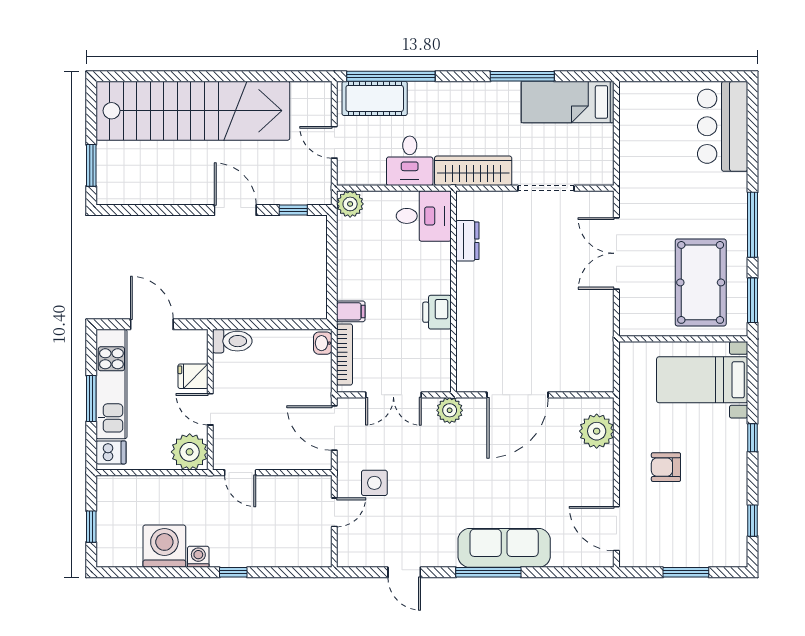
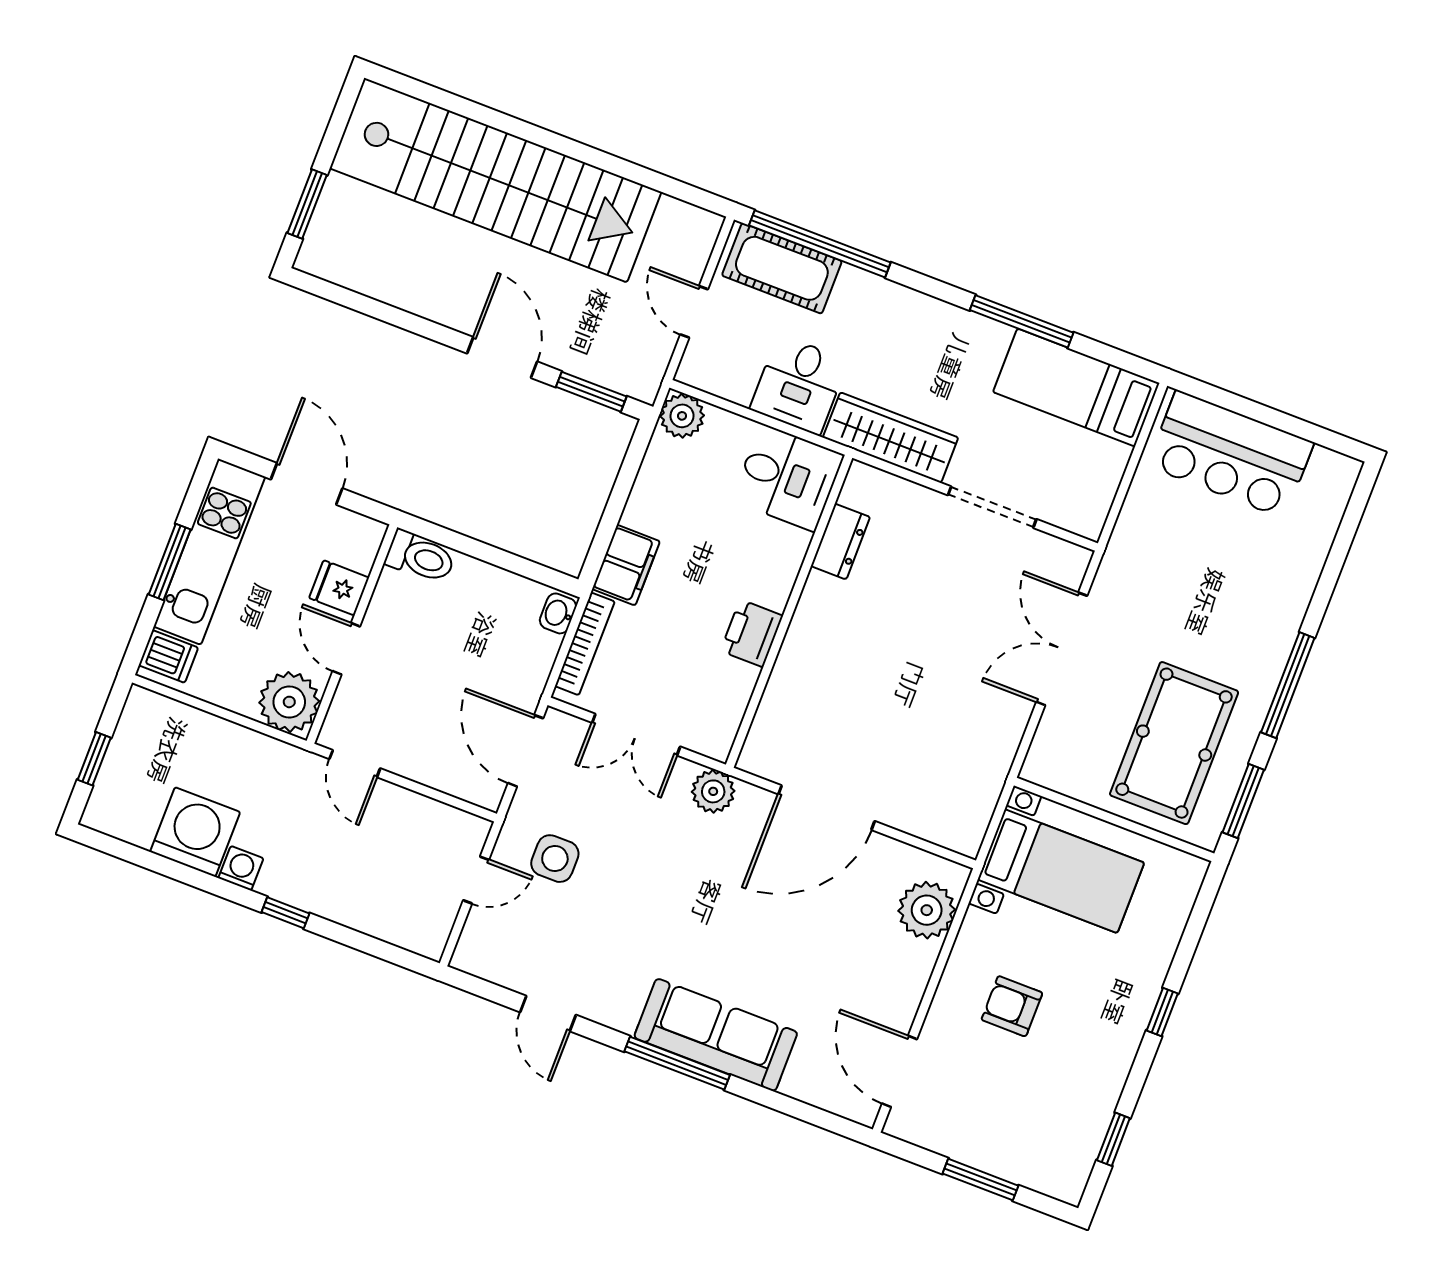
bar counter: (723, 126) -> (1230, 454), moved, turned -90
window: (293, 210) -> (591, 392), width x1.50
filing cabinet: (351, 311) -> (626, 565), width x2.00
bed with nightstands: (702, 380) -> (1061, 871), moved, turned 180

